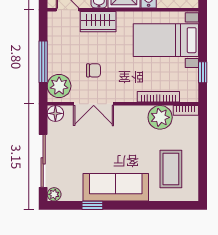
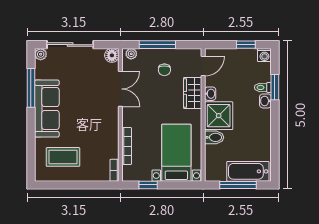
chair: (93, 70) -> (164, 70), moved
plant: (59, 86) -> (131, 54), width x0.53, depth x0.53
double door: (94, 104) -> (120, 89), swing flipped
plant: (160, 117) -> (108, 148), removed
window: (92, 205) -> (31, 88), width x2.17

